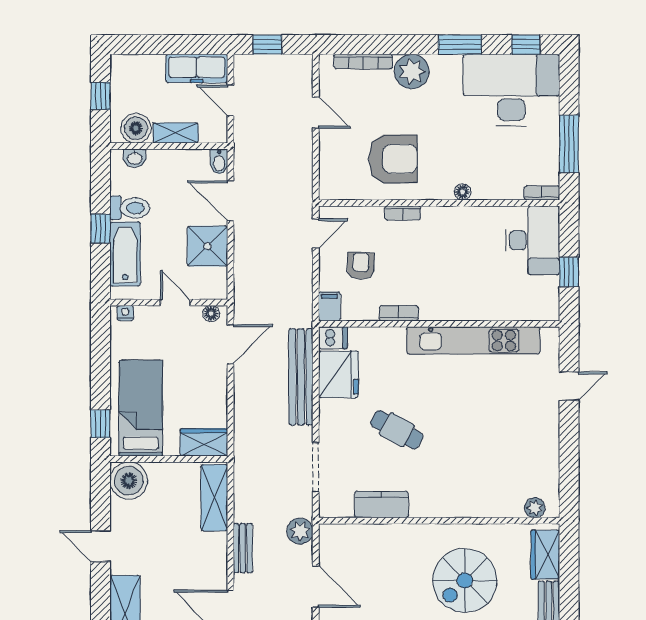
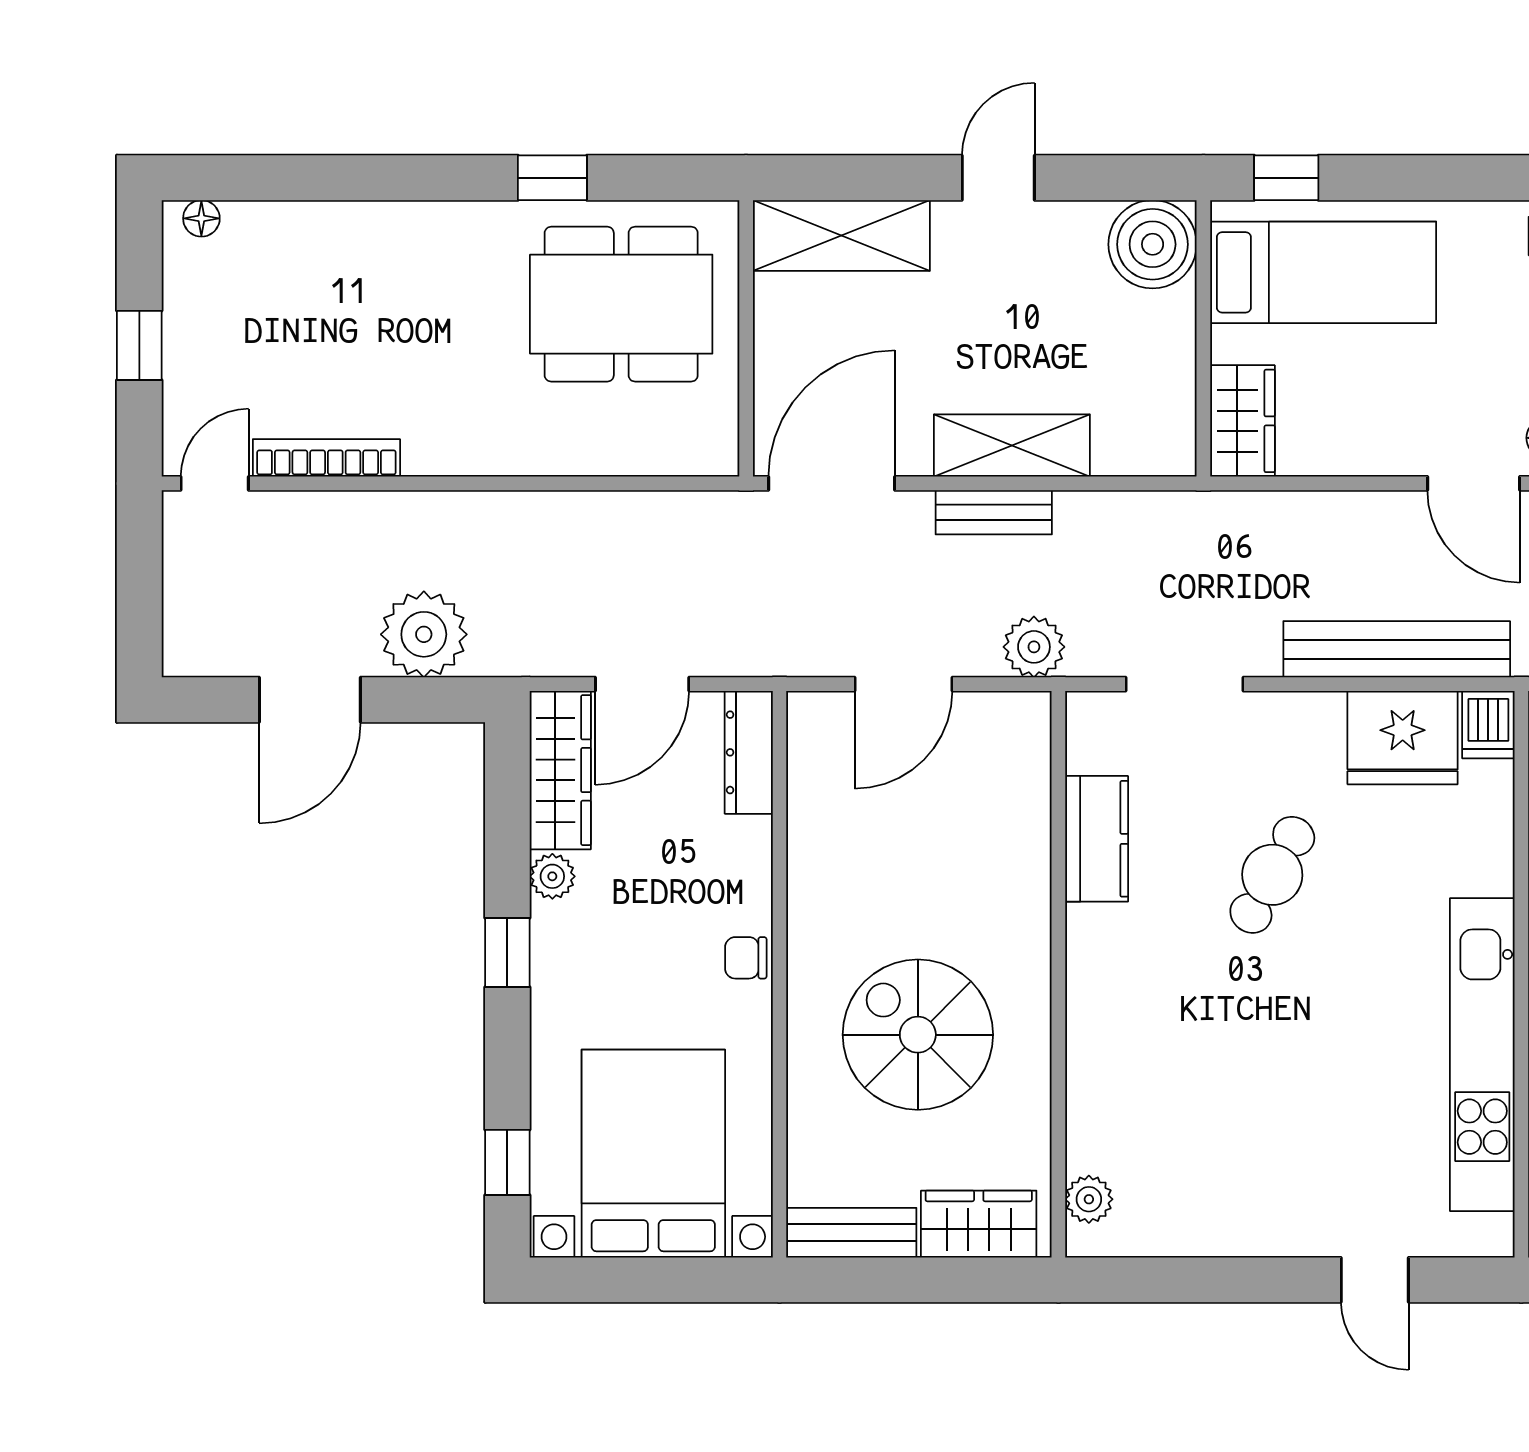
shelving: (214, 498) -> (1012, 445), moved

